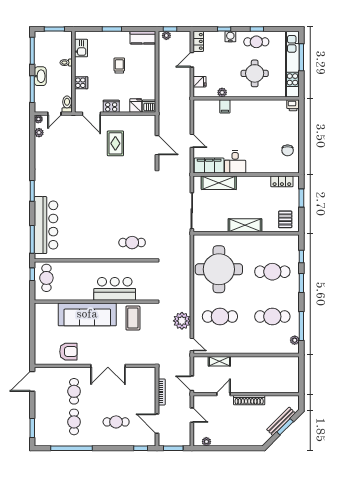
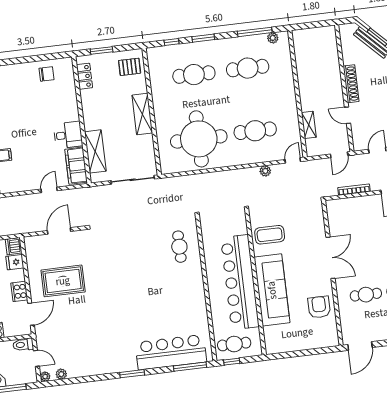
rug: (115, 143) -> (63, 281), width x1.36, depth x1.43
cafe table: (272, 272) -> (194, 75), turned 90
bar counter: (115, 289) -> (240, 282), width x1.86
cafe table: (220, 317) -> (255, 131), turned 90
cafe table: (272, 317) -> (248, 68), turned 90
plant: (182, 321) -> (265, 171), width x0.53, depth x0.53
door: (32, 381) -> (360, 346), hinge flipped

